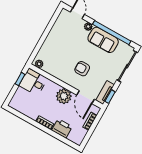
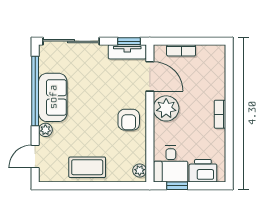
coffee table: (56, 37) -> (87, 167), added
armchair: (82, 69) -> (129, 120), moved
door: (85, 97) -> (150, 76), hinge flipped
printer: (62, 128) -> (203, 171), moved, turned 90

